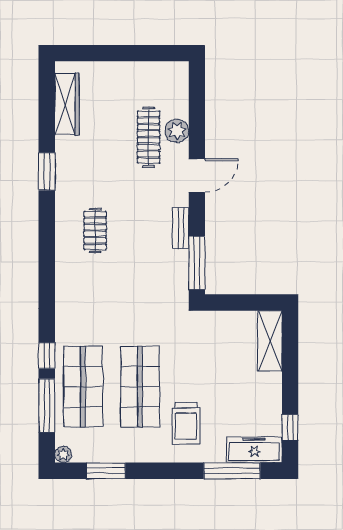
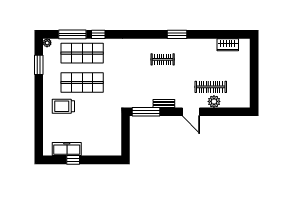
wardrobe: (67, 104) -> (228, 45), width x0.67
window: (47, 171) -> (177, 34), moved
shelving: (270, 341) -> (106, 149), removed
window: (290, 427) -> (73, 160), moved
freezer: (254, 450) -> (67, 149), moved, turned -90
window: (232, 471) -> (39, 130), removed

